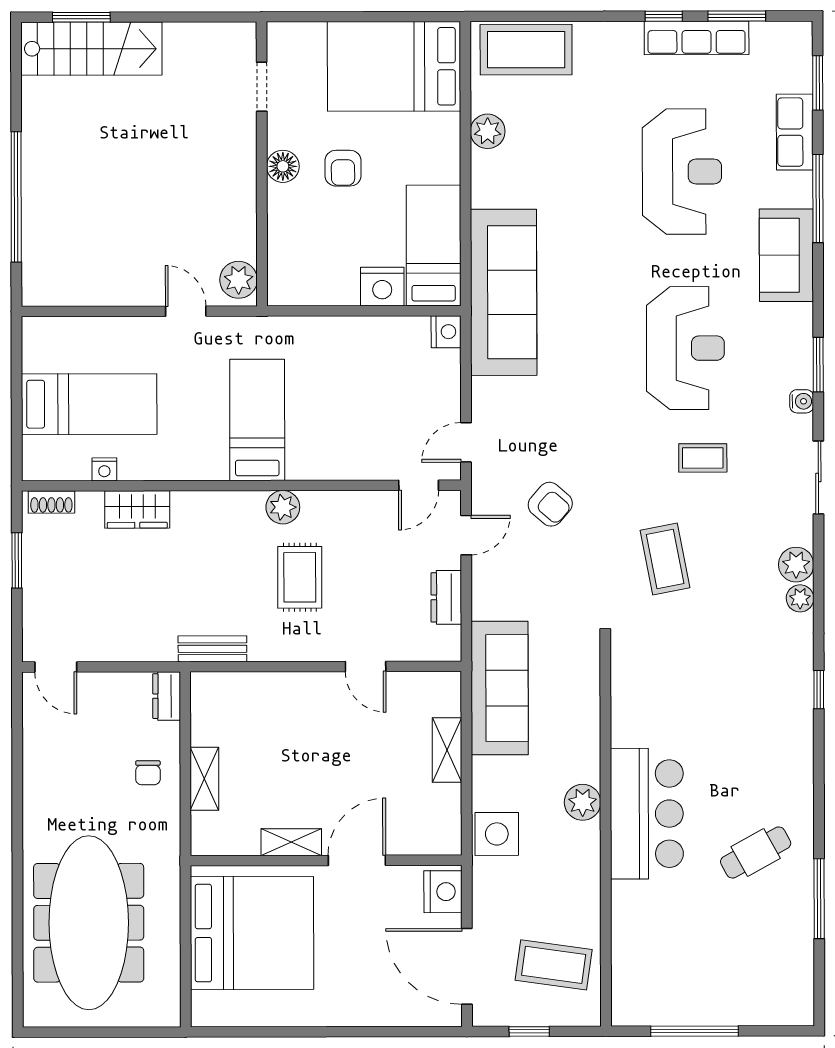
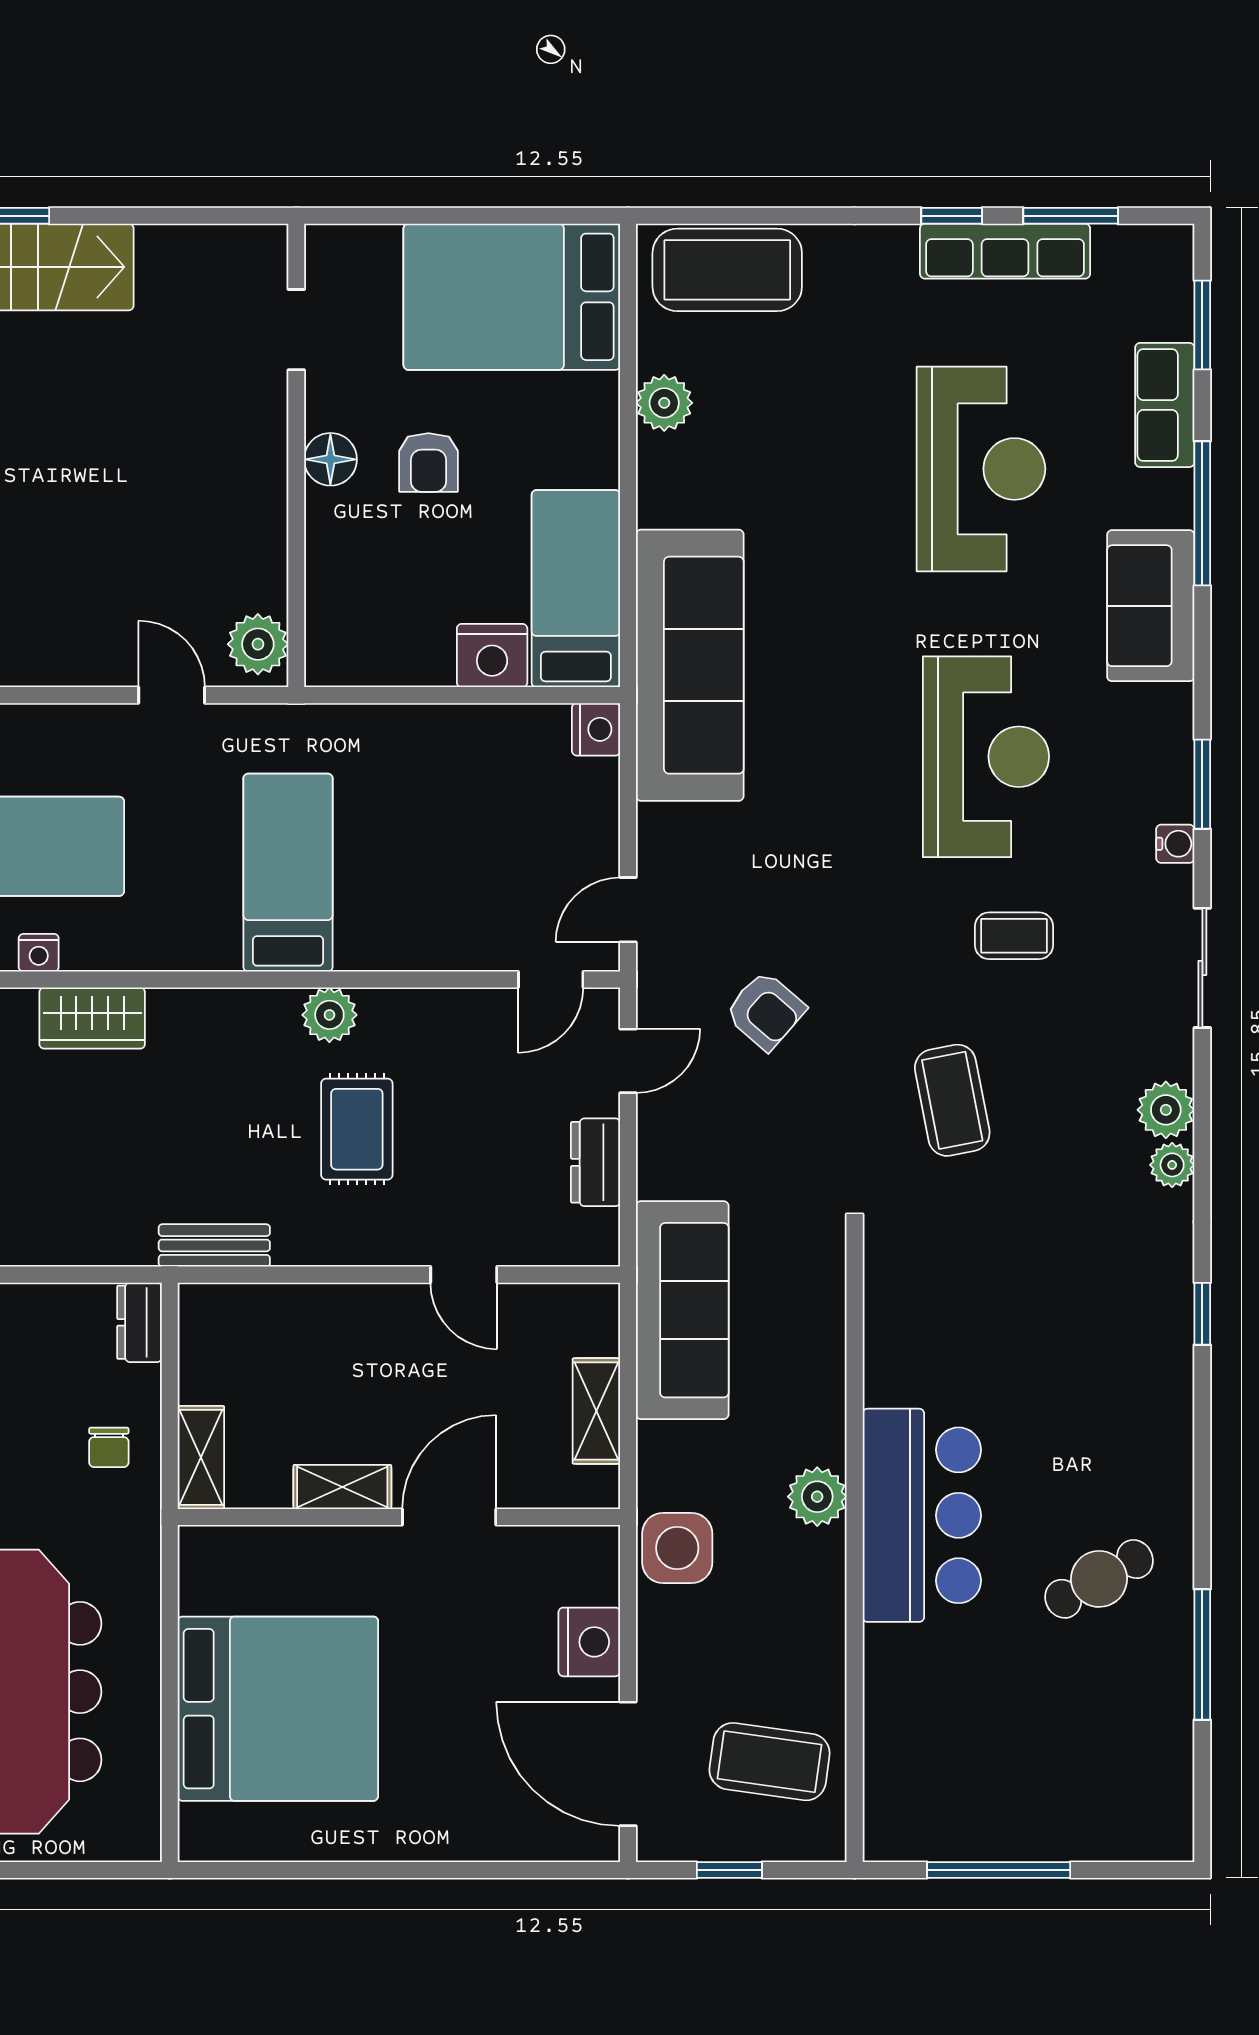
shelving: (291, 842) -> (342, 1487), moved
wall: (326, 860) -> (399, 1517), moved
door: (357, 860) -> (449, 1517), moved

